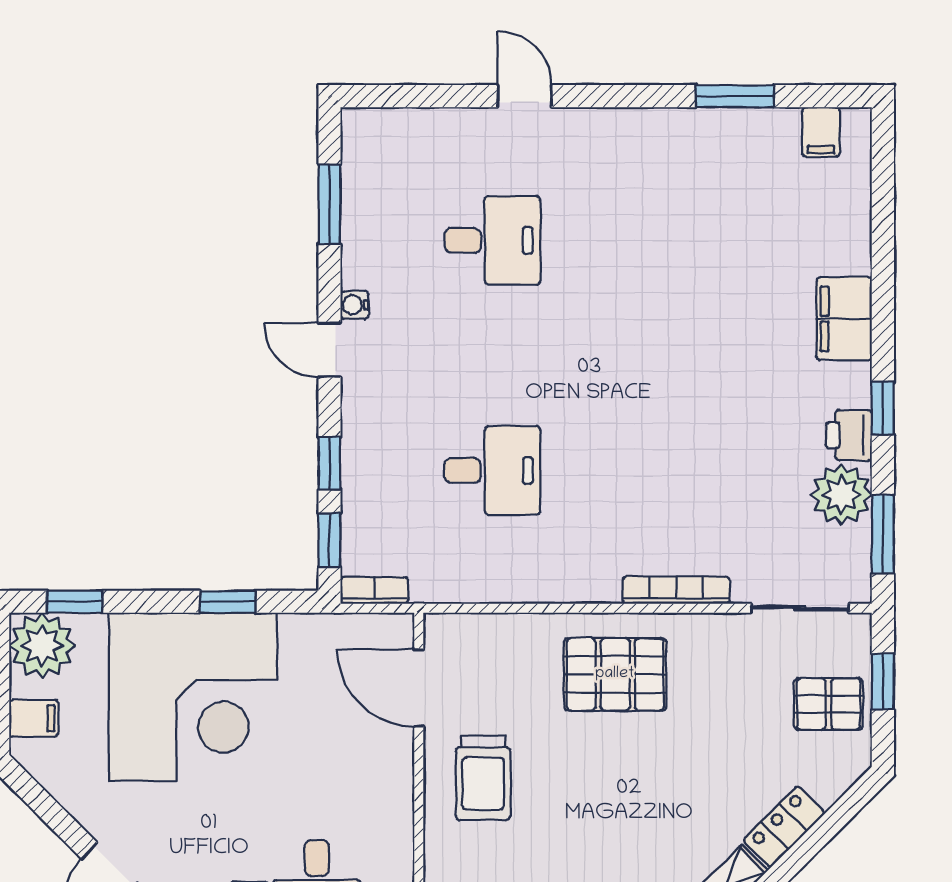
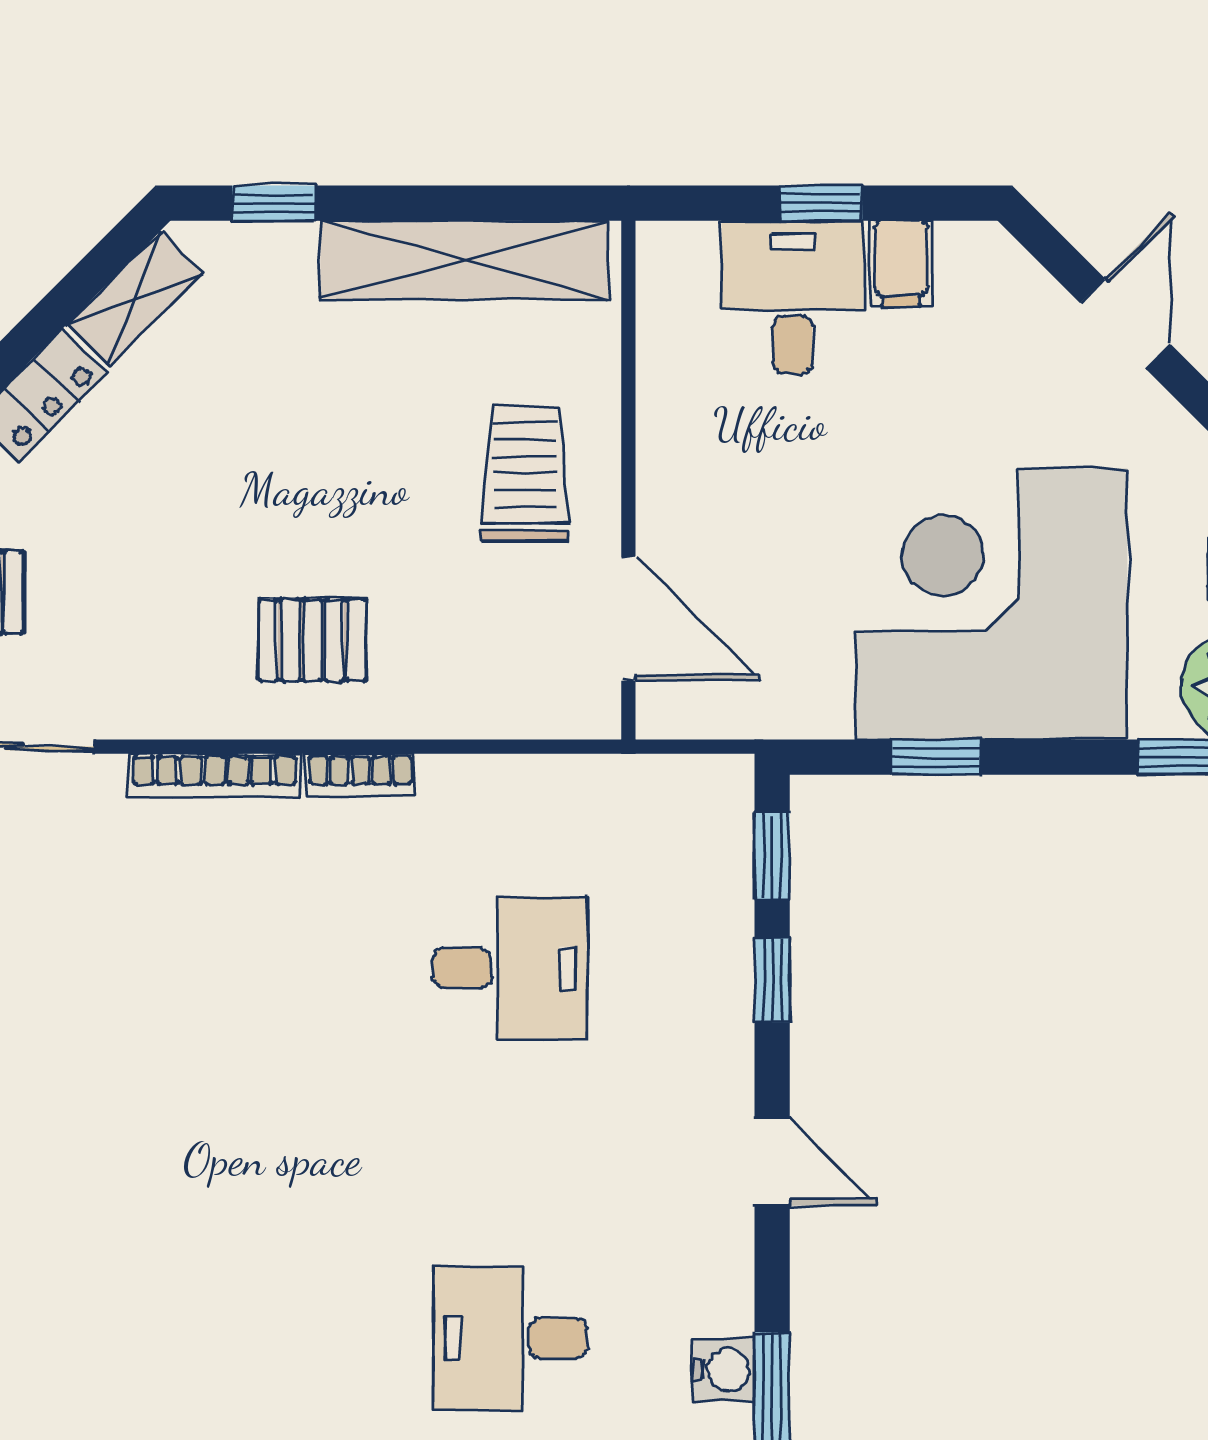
water cooler: (354, 305) -> (723, 1370), moved, width x1.38, depth x1.38
desk: (492, 470) -> (510, 968), turned 180
bookcase: (374, 590) -> (361, 775), moved
pallet: (615, 674) -> (312, 640), width x0.67, depth x0.71

